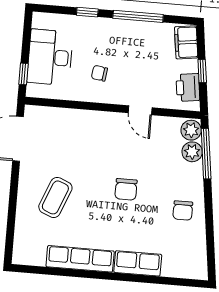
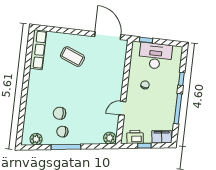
plant: (192, 152) -> (36, 139), moved
window: (206, 154) -> (66, 147), moved
chair: (126, 189) -> (60, 113), moved
row of seats: (80, 259) -> (38, 50), moved
row of seats: (138, 263) -> (32, 104), removed

